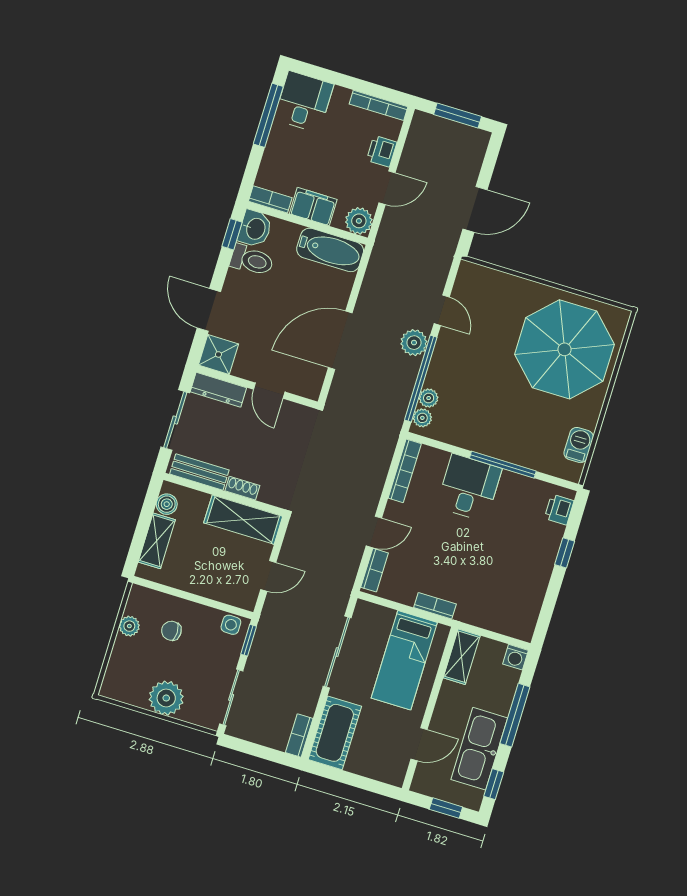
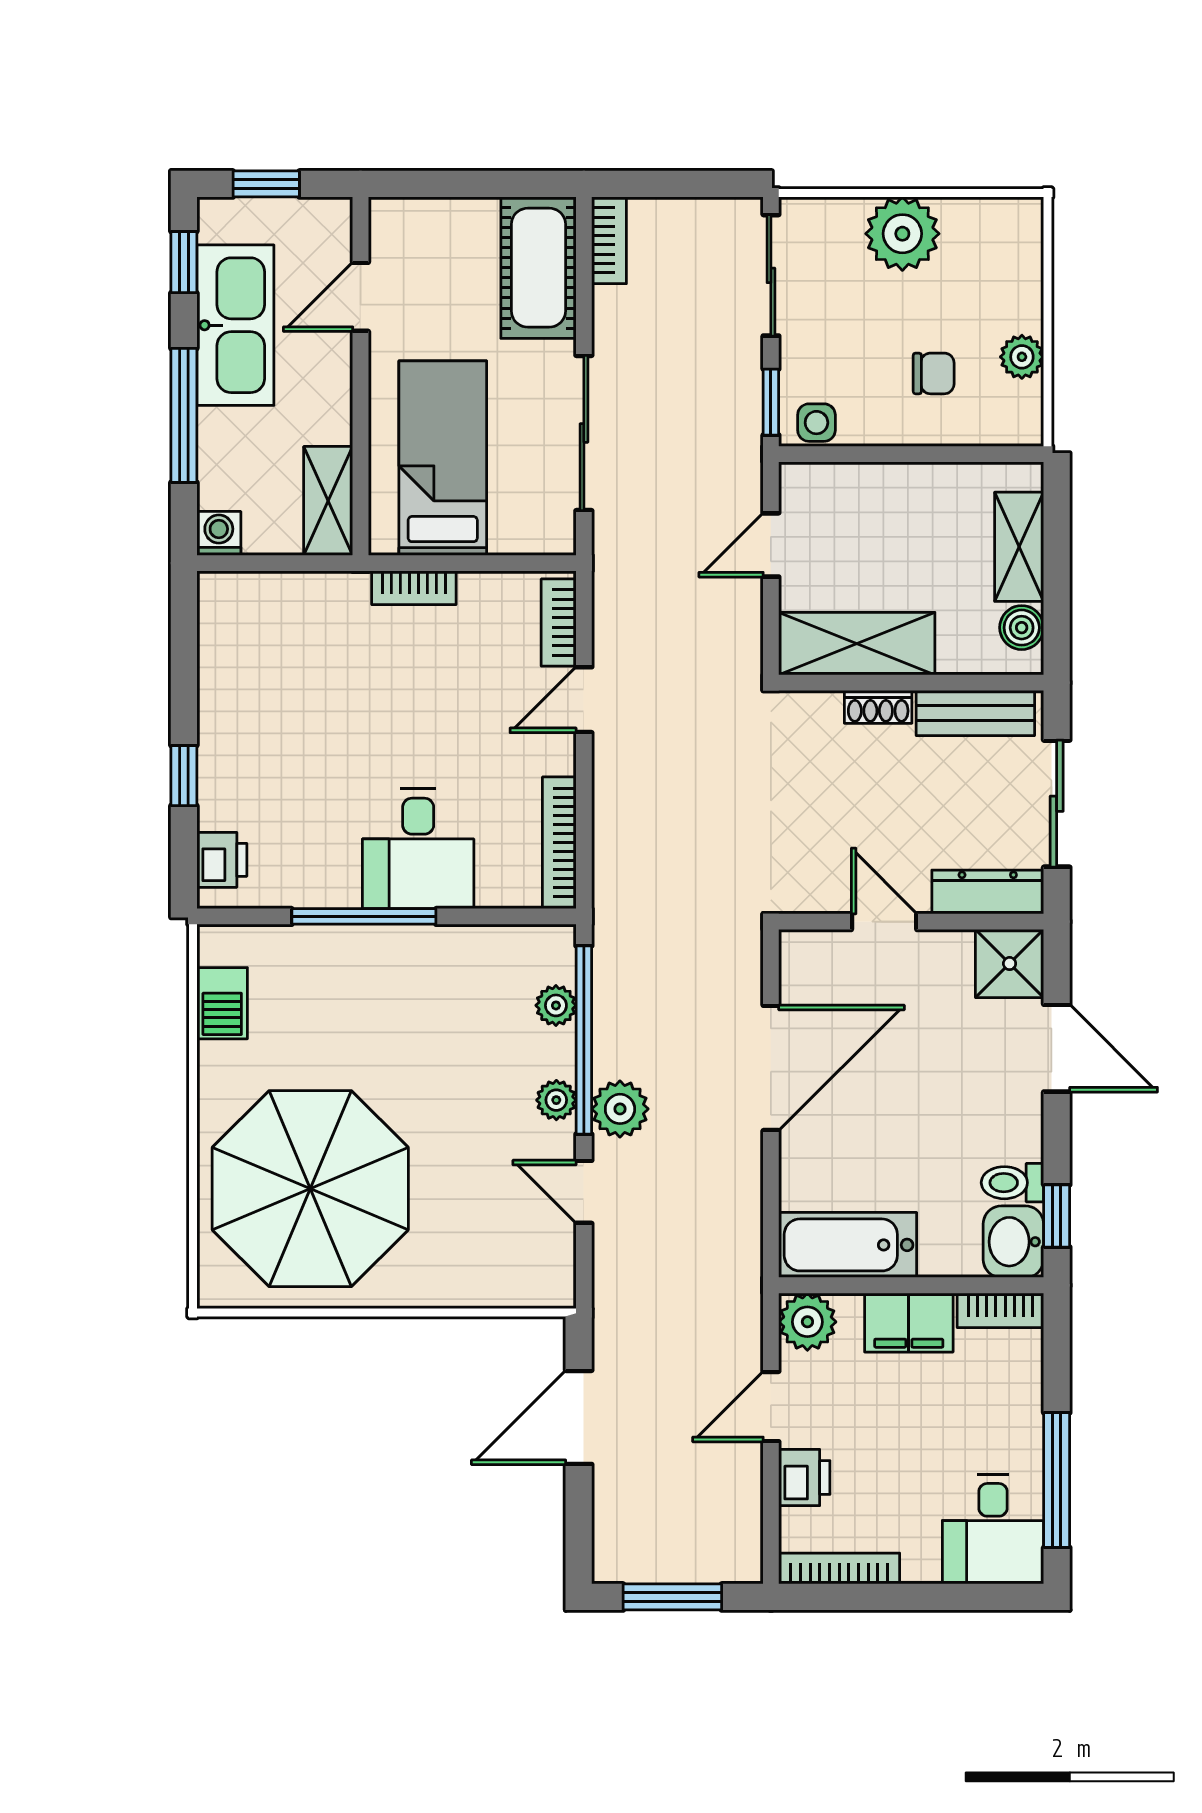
toilet: (252, 260) -> (1012, 1183), width x0.73, depth x0.72
plant: (422, 418) -> (556, 1100), moved

